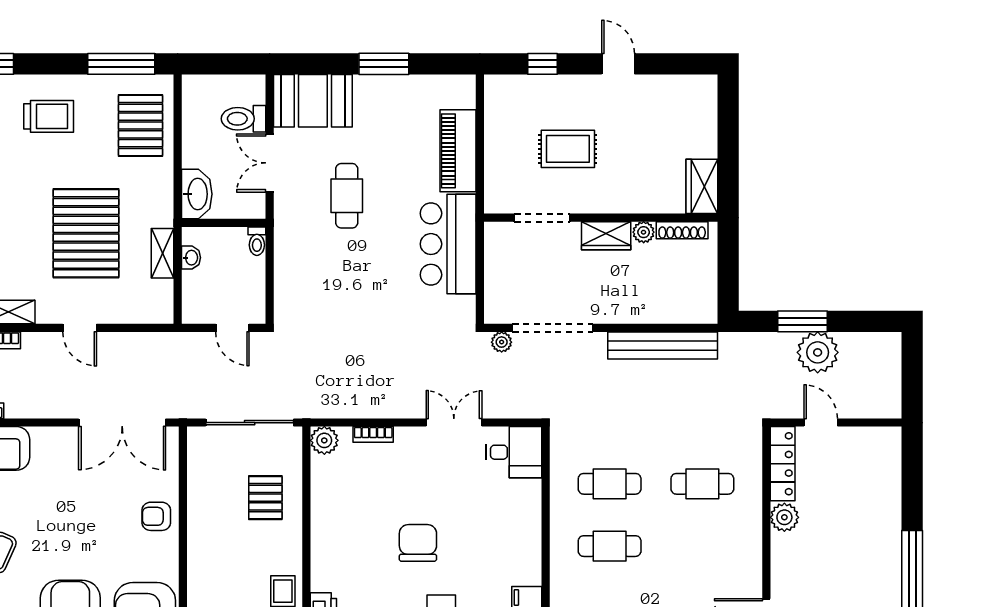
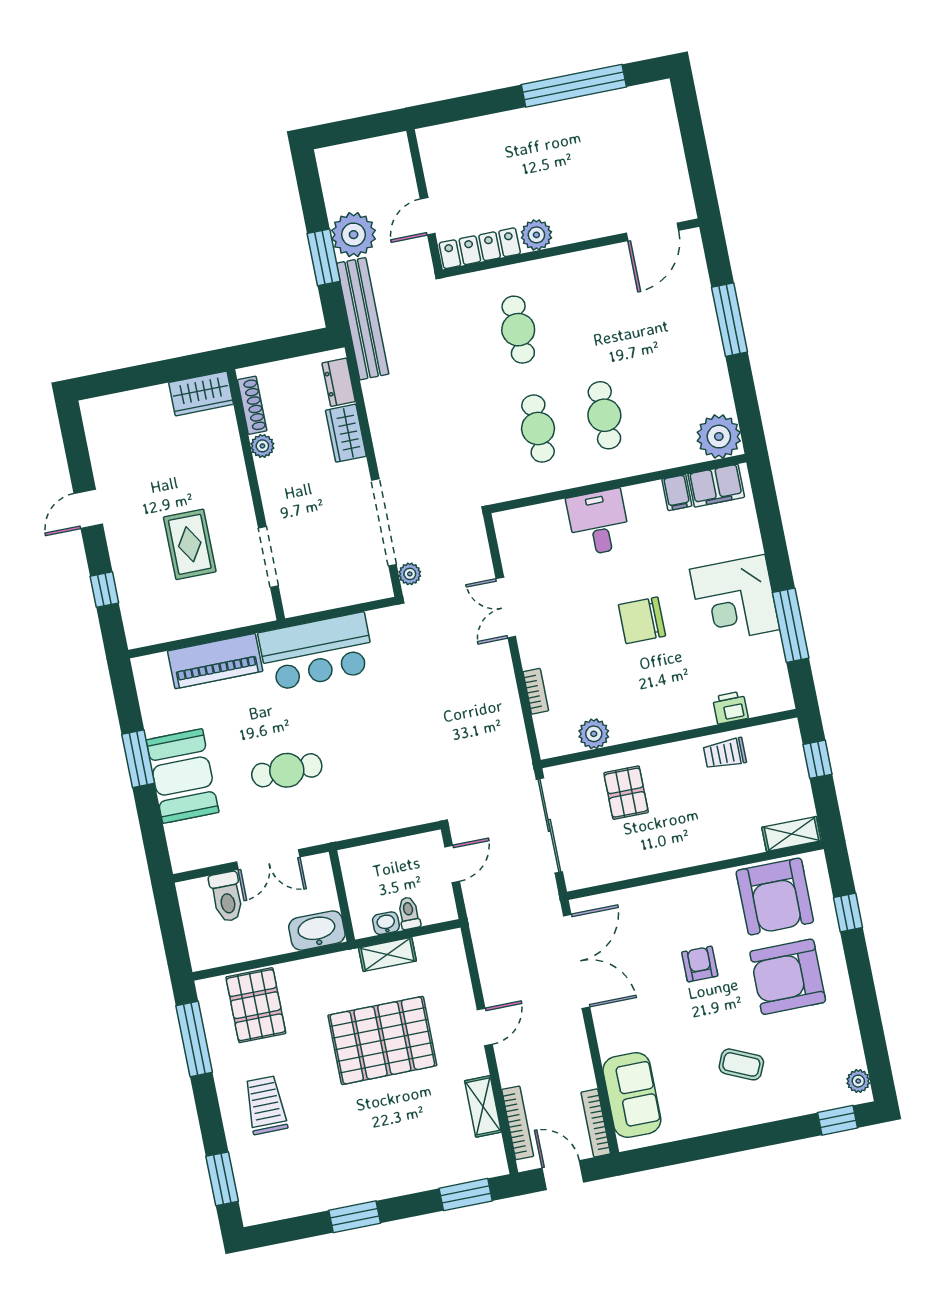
booth: (313, 101) -> (183, 776), moved
pallet: (141, 125) -> (256, 1005), turned 90
wardrobe: (606, 236) -> (346, 433), moved, turned 180
toilet: (257, 241) -> (409, 913), moved, turned -90
dresser: (687, 312) -> (339, 382), added
bench: (663, 346) -> (363, 319), moved
plant: (324, 440) -> (594, 734), moved
desk: (514, 452) -> (599, 523), moved
pallet: (265, 498) -> (626, 793), turned 90
armchair: (156, 516) -> (700, 964), moved, turned 180

